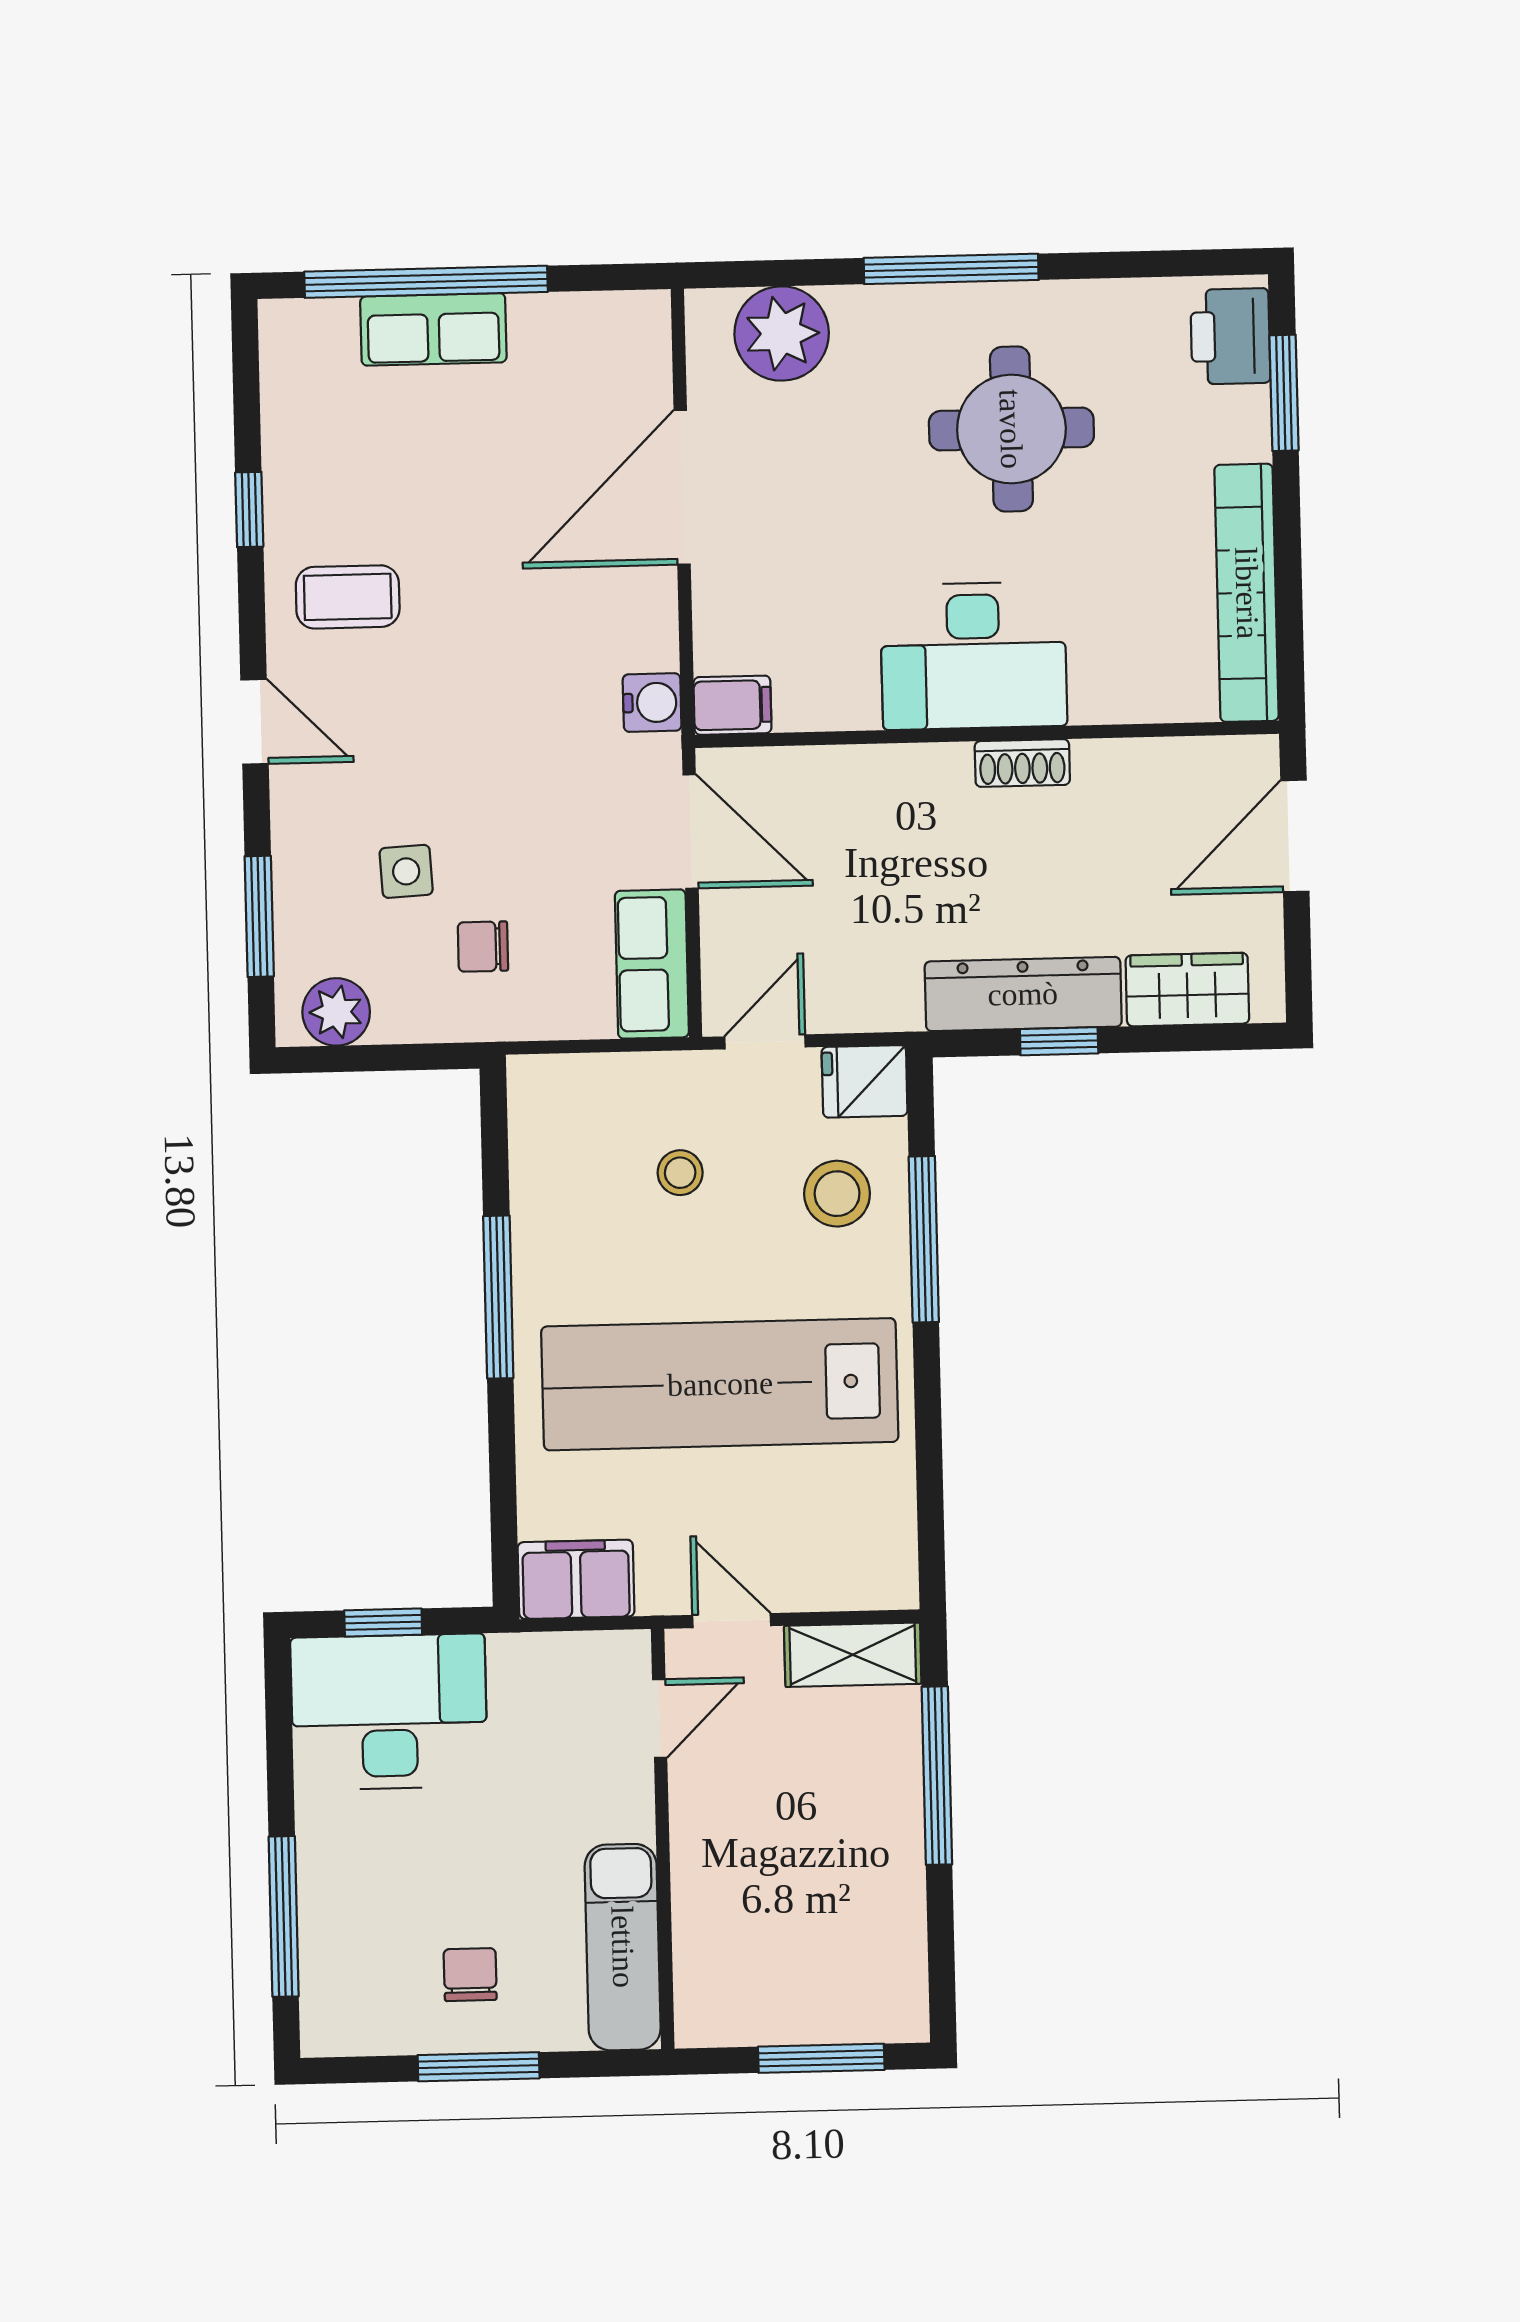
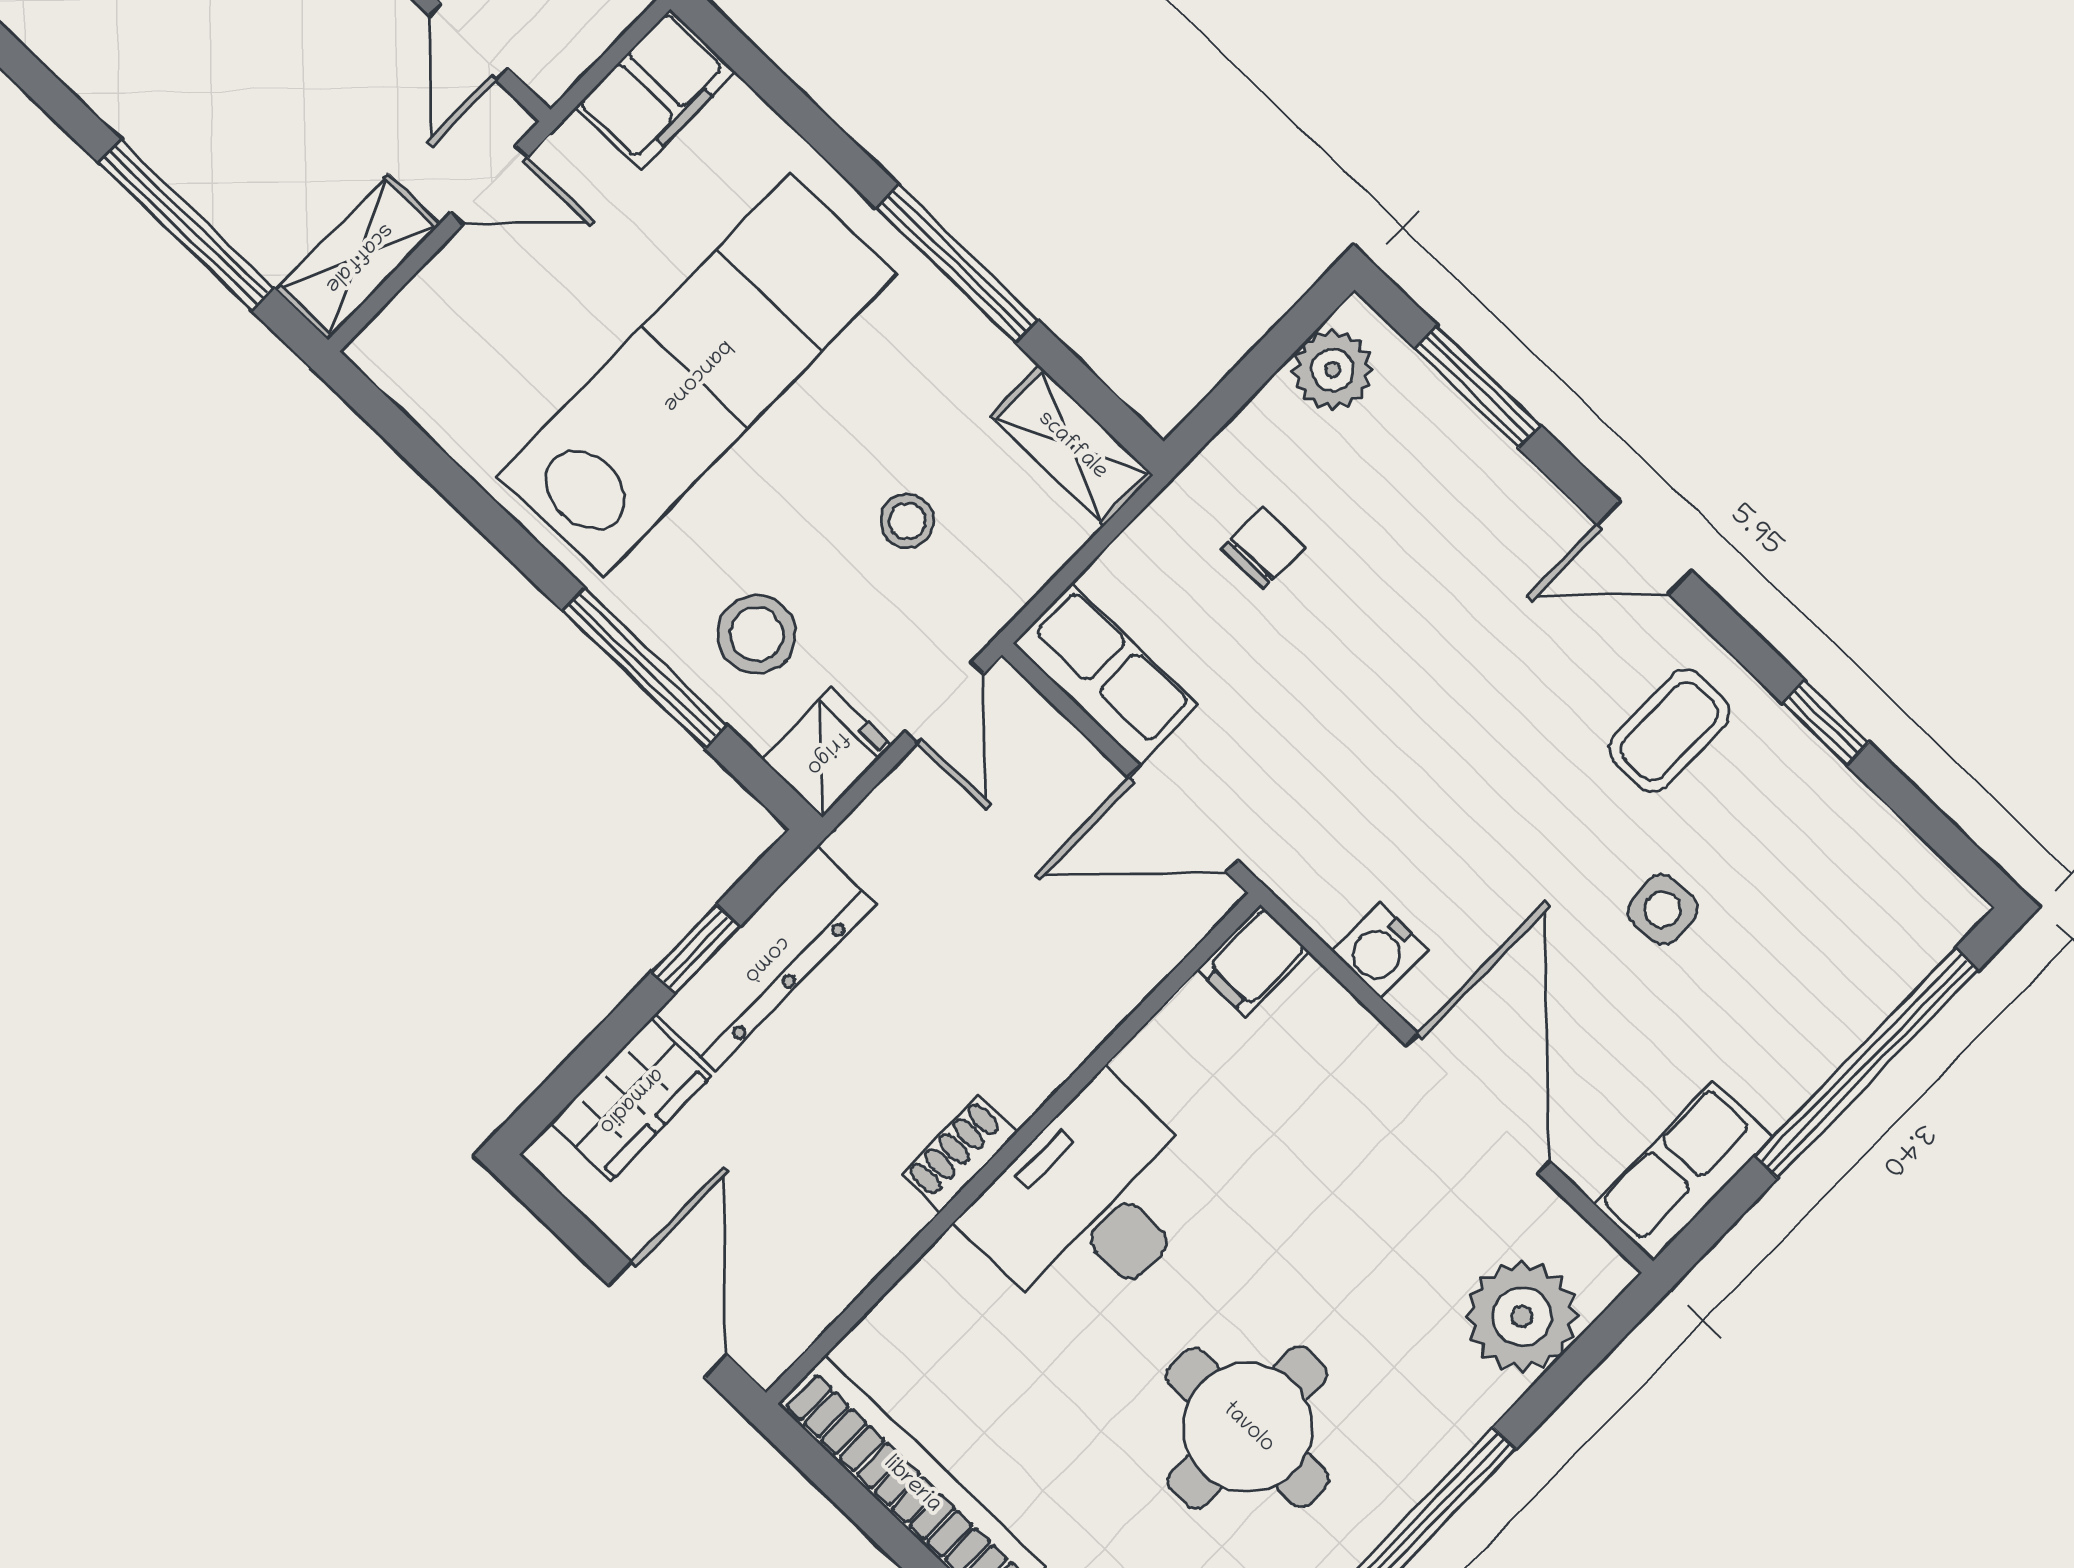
row of seats: (433, 329) -> (1683, 1171), moved
water cooler: (652, 703) -> (1380, 951), moved
side table: (406, 871) -> (1663, 909), moved
shelving: (537, 1120) -> (1072, 446), added

